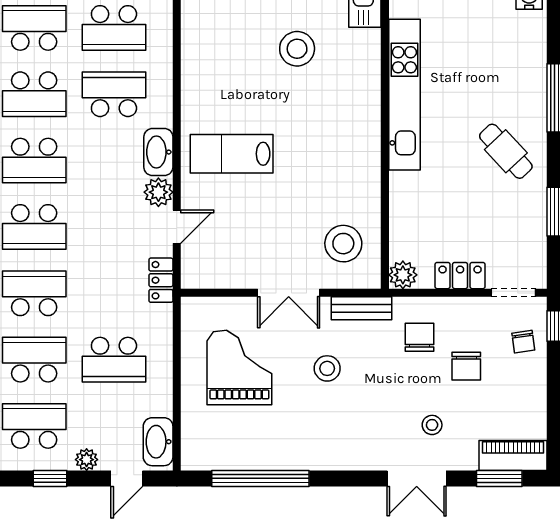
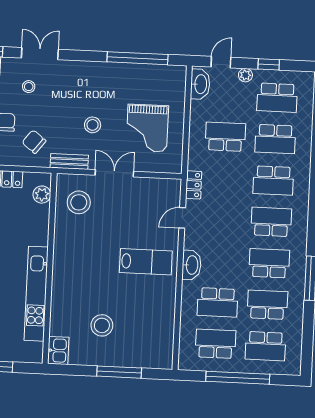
plant: (158, 192) -> (193, 240), removed
plant: (403, 275) -> (42, 195), moved
chair: (419, 337) -> (34, 142), turned 128

